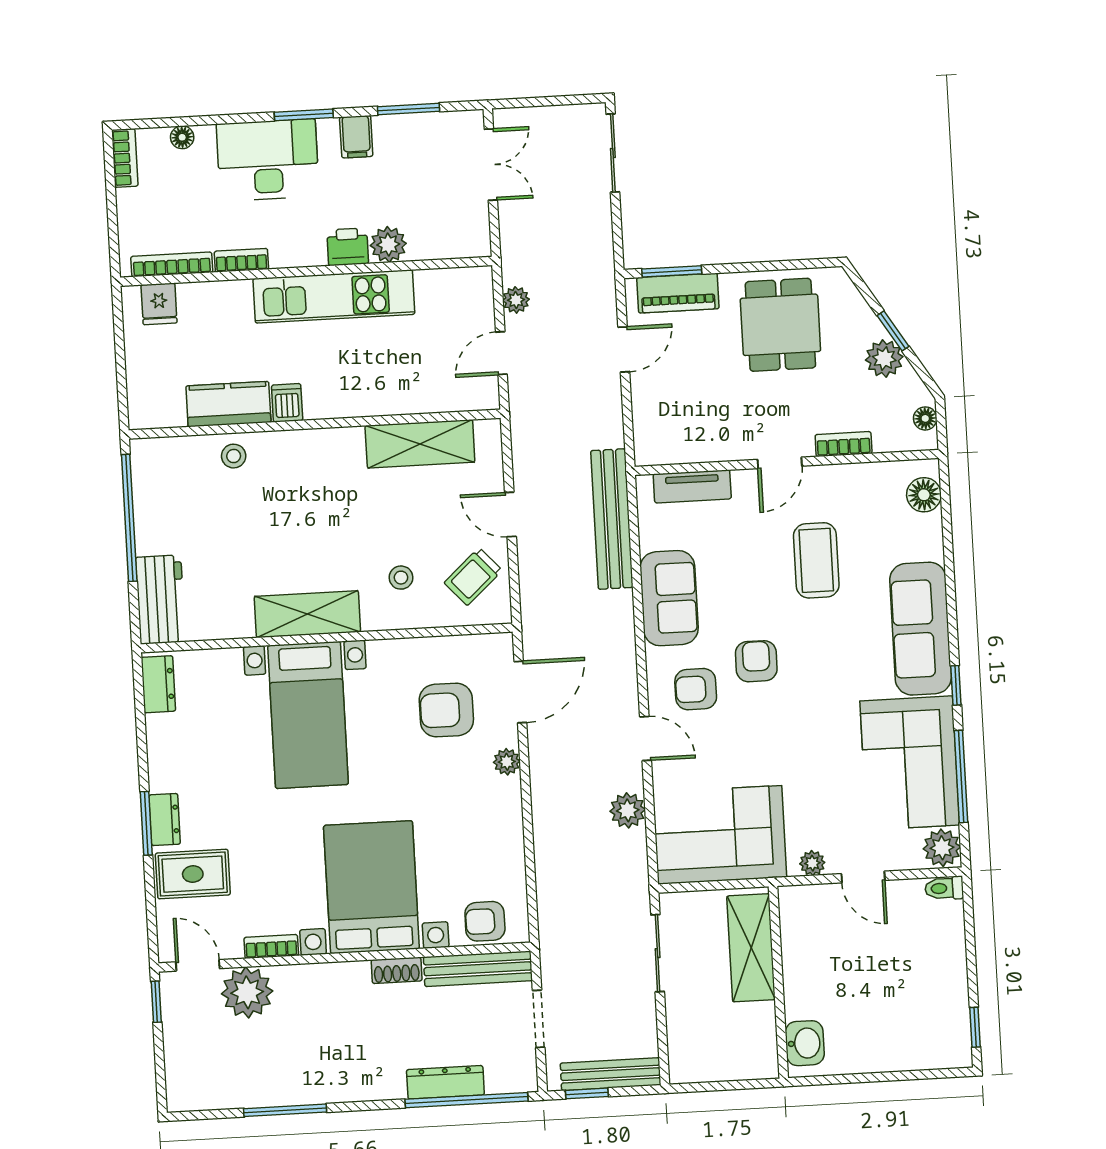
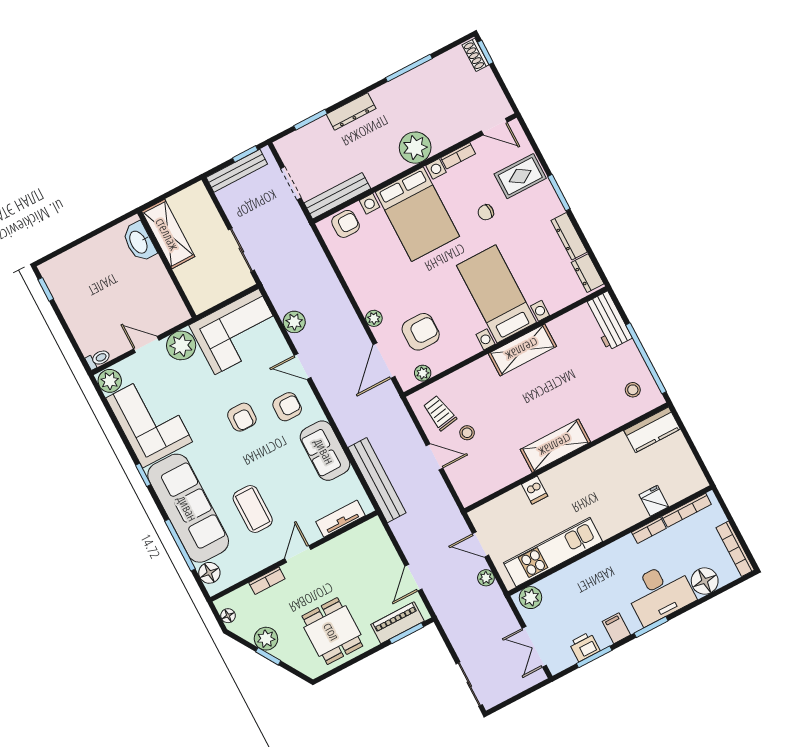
floor lamp: (182, 137) -> (705, 581), width x1.89, depth x1.89
bookcase: (125, 158) -> (735, 549), width x1.56
plant: (388, 245) -> (531, 598), moved
printer: (348, 247) -> (584, 647), moved, turned 180
kitchen unit: (334, 296) -> (553, 552), moved
fridge: (159, 304) -> (654, 501), moved
door: (501, 353) -> (481, 544), swing flipped
dishwasher: (287, 403) -> (535, 490), moved
kitchen counter: (228, 404) -> (652, 430), moved
shelving: (420, 444) -> (555, 446), moved
stool: (234, 456) -> (633, 390), moved
trolley: (473, 577) -> (440, 413), turned -58
stool: (401, 578) -> (467, 433), moved
sofa: (921, 629) -> (188, 508), width x1.36, depth x1.27
plant: (471, 647) -> (423, 373), added
armchair: (756, 661) -> (242, 417), moved
window: (961, 776) -> (180, 545), moved
dresser: (165, 820) -> (569, 236), moved, width x1.44
chair: (268, 844) -> (486, 212), added
plant: (812, 863) -> (181, 345), width x1.87, depth x1.87
shelving: (751, 948) -> (168, 234), moved
shoe rack: (397, 970) -> (476, 55), moved, turned -90
plant: (247, 992) -> (415, 148), moved
window: (156, 1002) -> (485, 52), moved
washbasin: (805, 1043) -> (139, 242), width x1.38
dresser: (445, 1082) -> (351, 111), moved
window: (466, 1100) -> (310, 120), width x0.47

